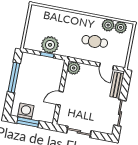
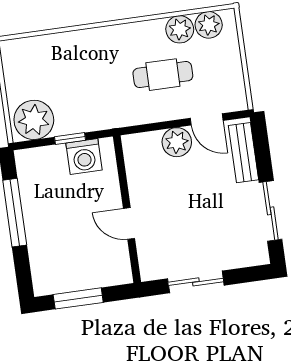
plant: (50, 45) -> (34, 120), moved
plant: (74, 68) -> (177, 142), moved
door: (60, 98) -> (129, 223), hinge flipped
washing machine: (26, 111) -> (84, 157), moved, turned 180

